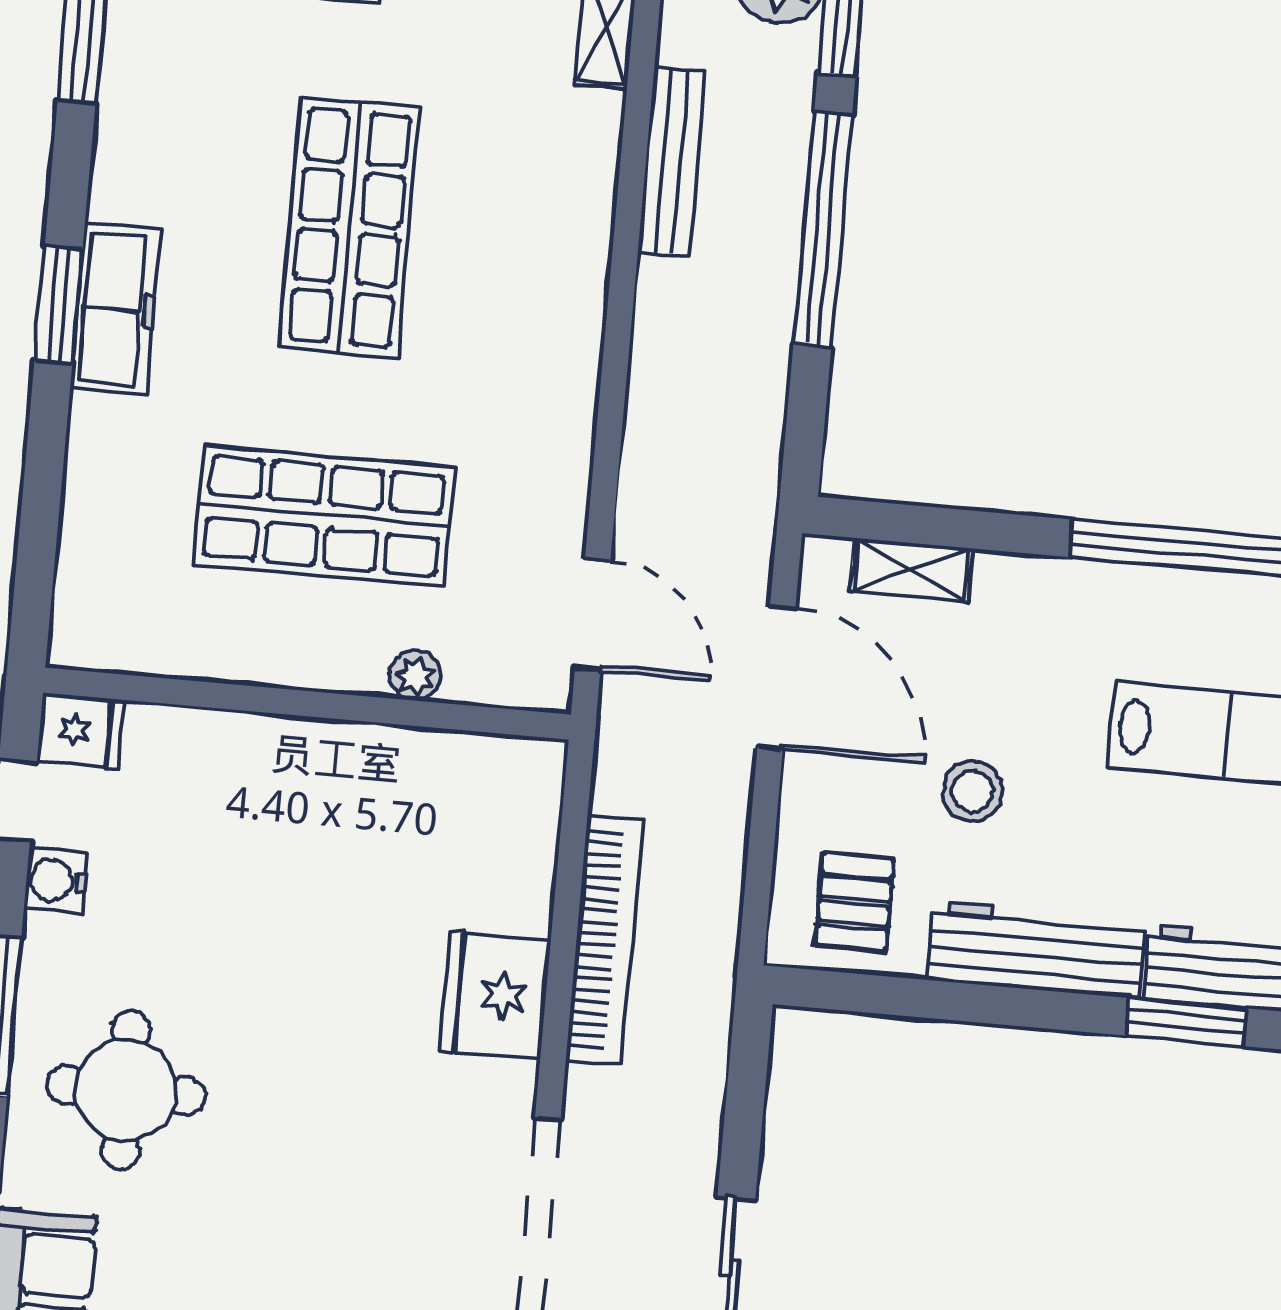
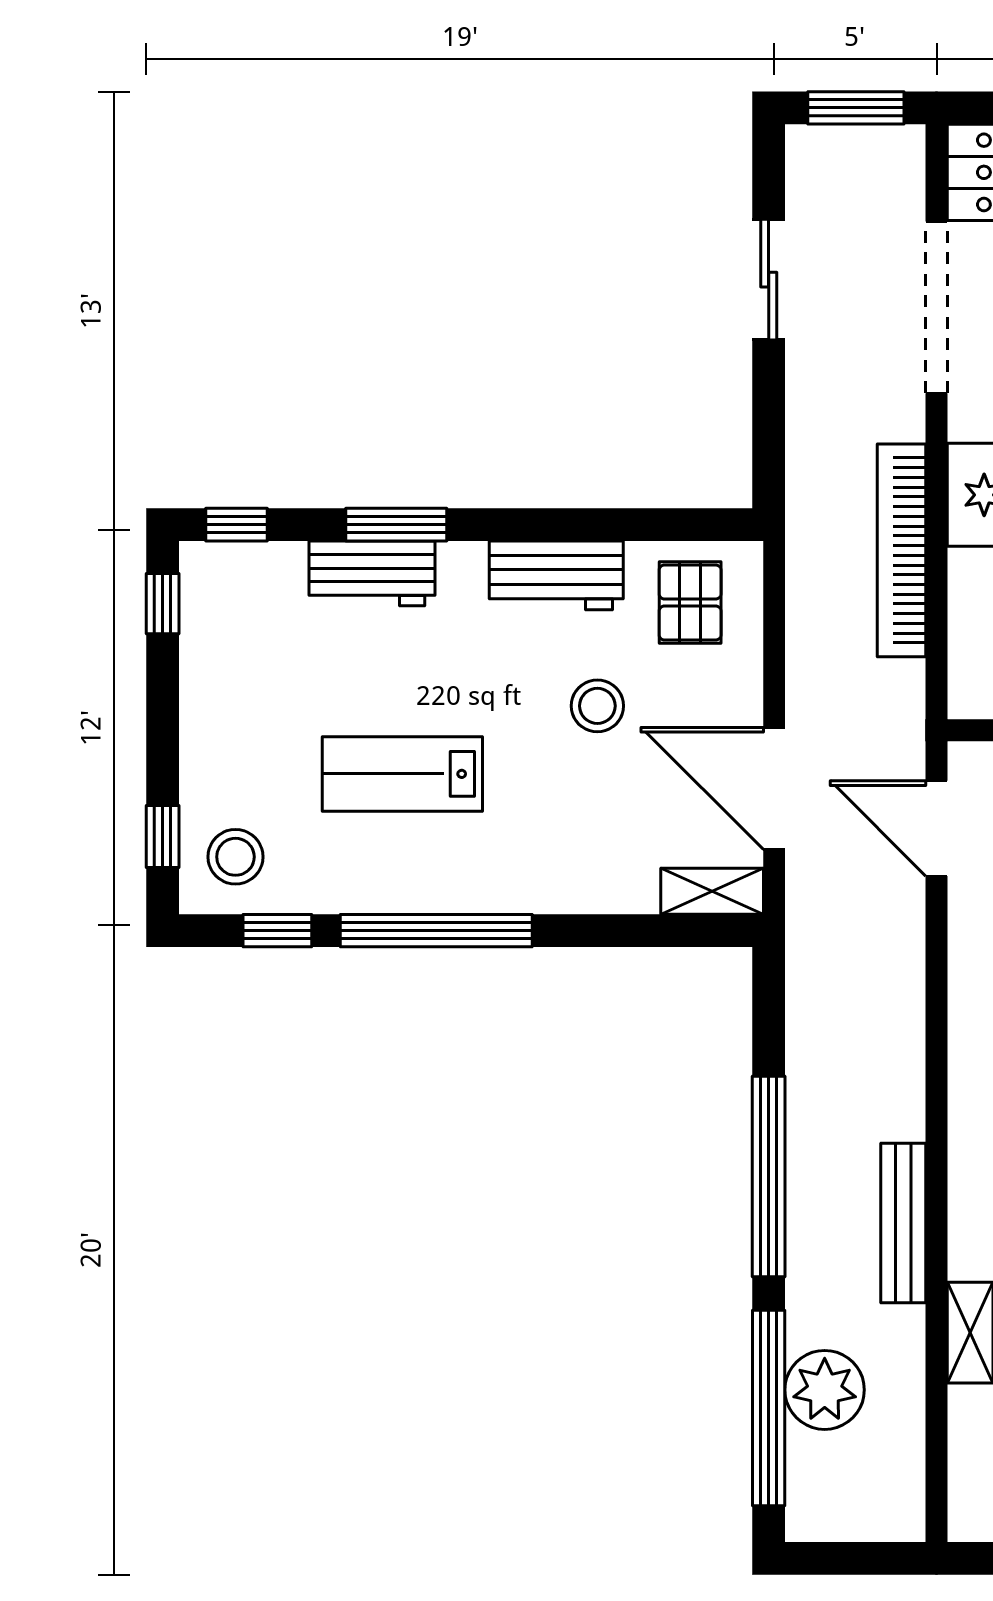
shelving: (912, 570) -> (712, 891), moved
workbench: (1036, 949) -> (556, 575), width x0.73

